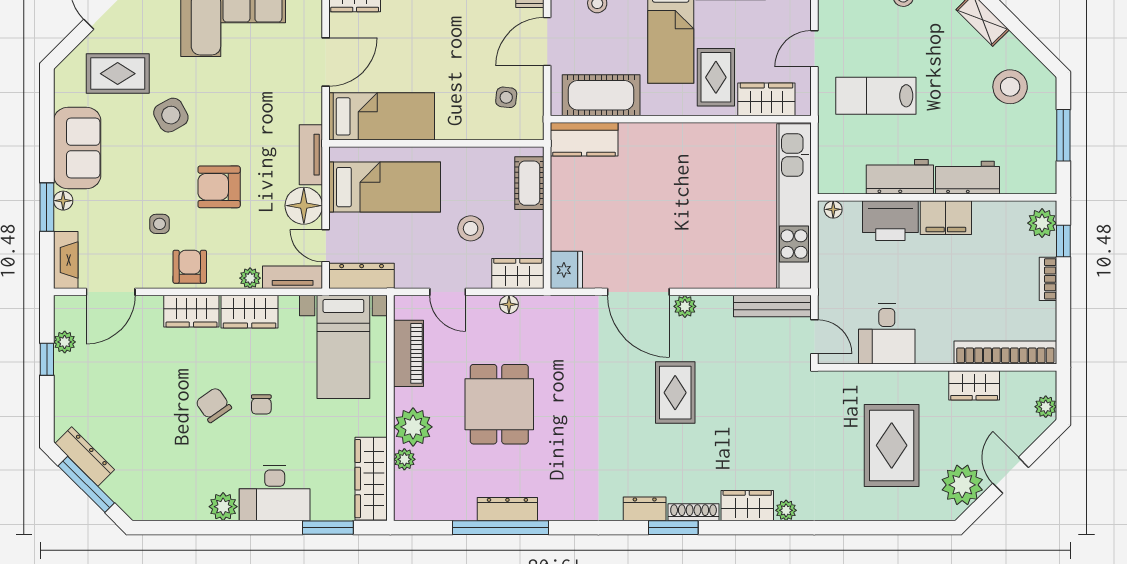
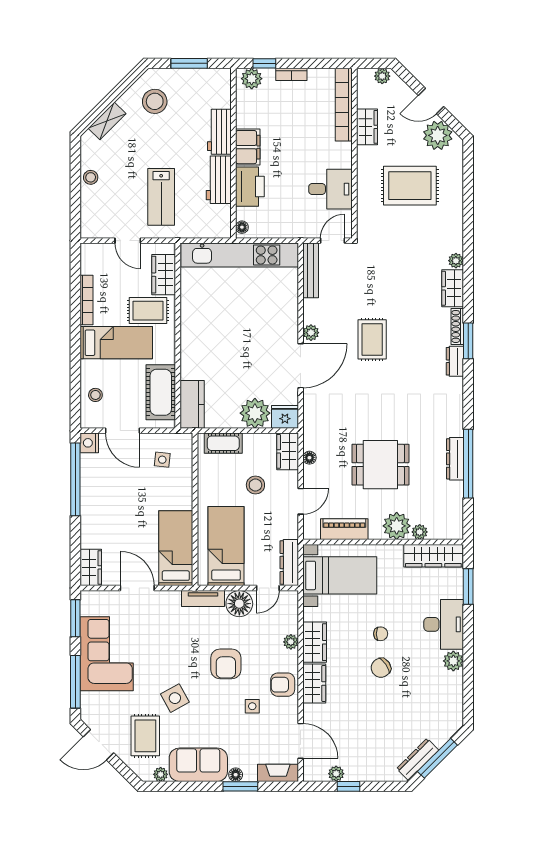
plant: (64, 95) -> (161, 774), added
plant: (572, 228) -> (255, 413), added
tv unit: (293, 277) -> (290, 612), removed
rug: (675, 393) -> (372, 339), turned 90

